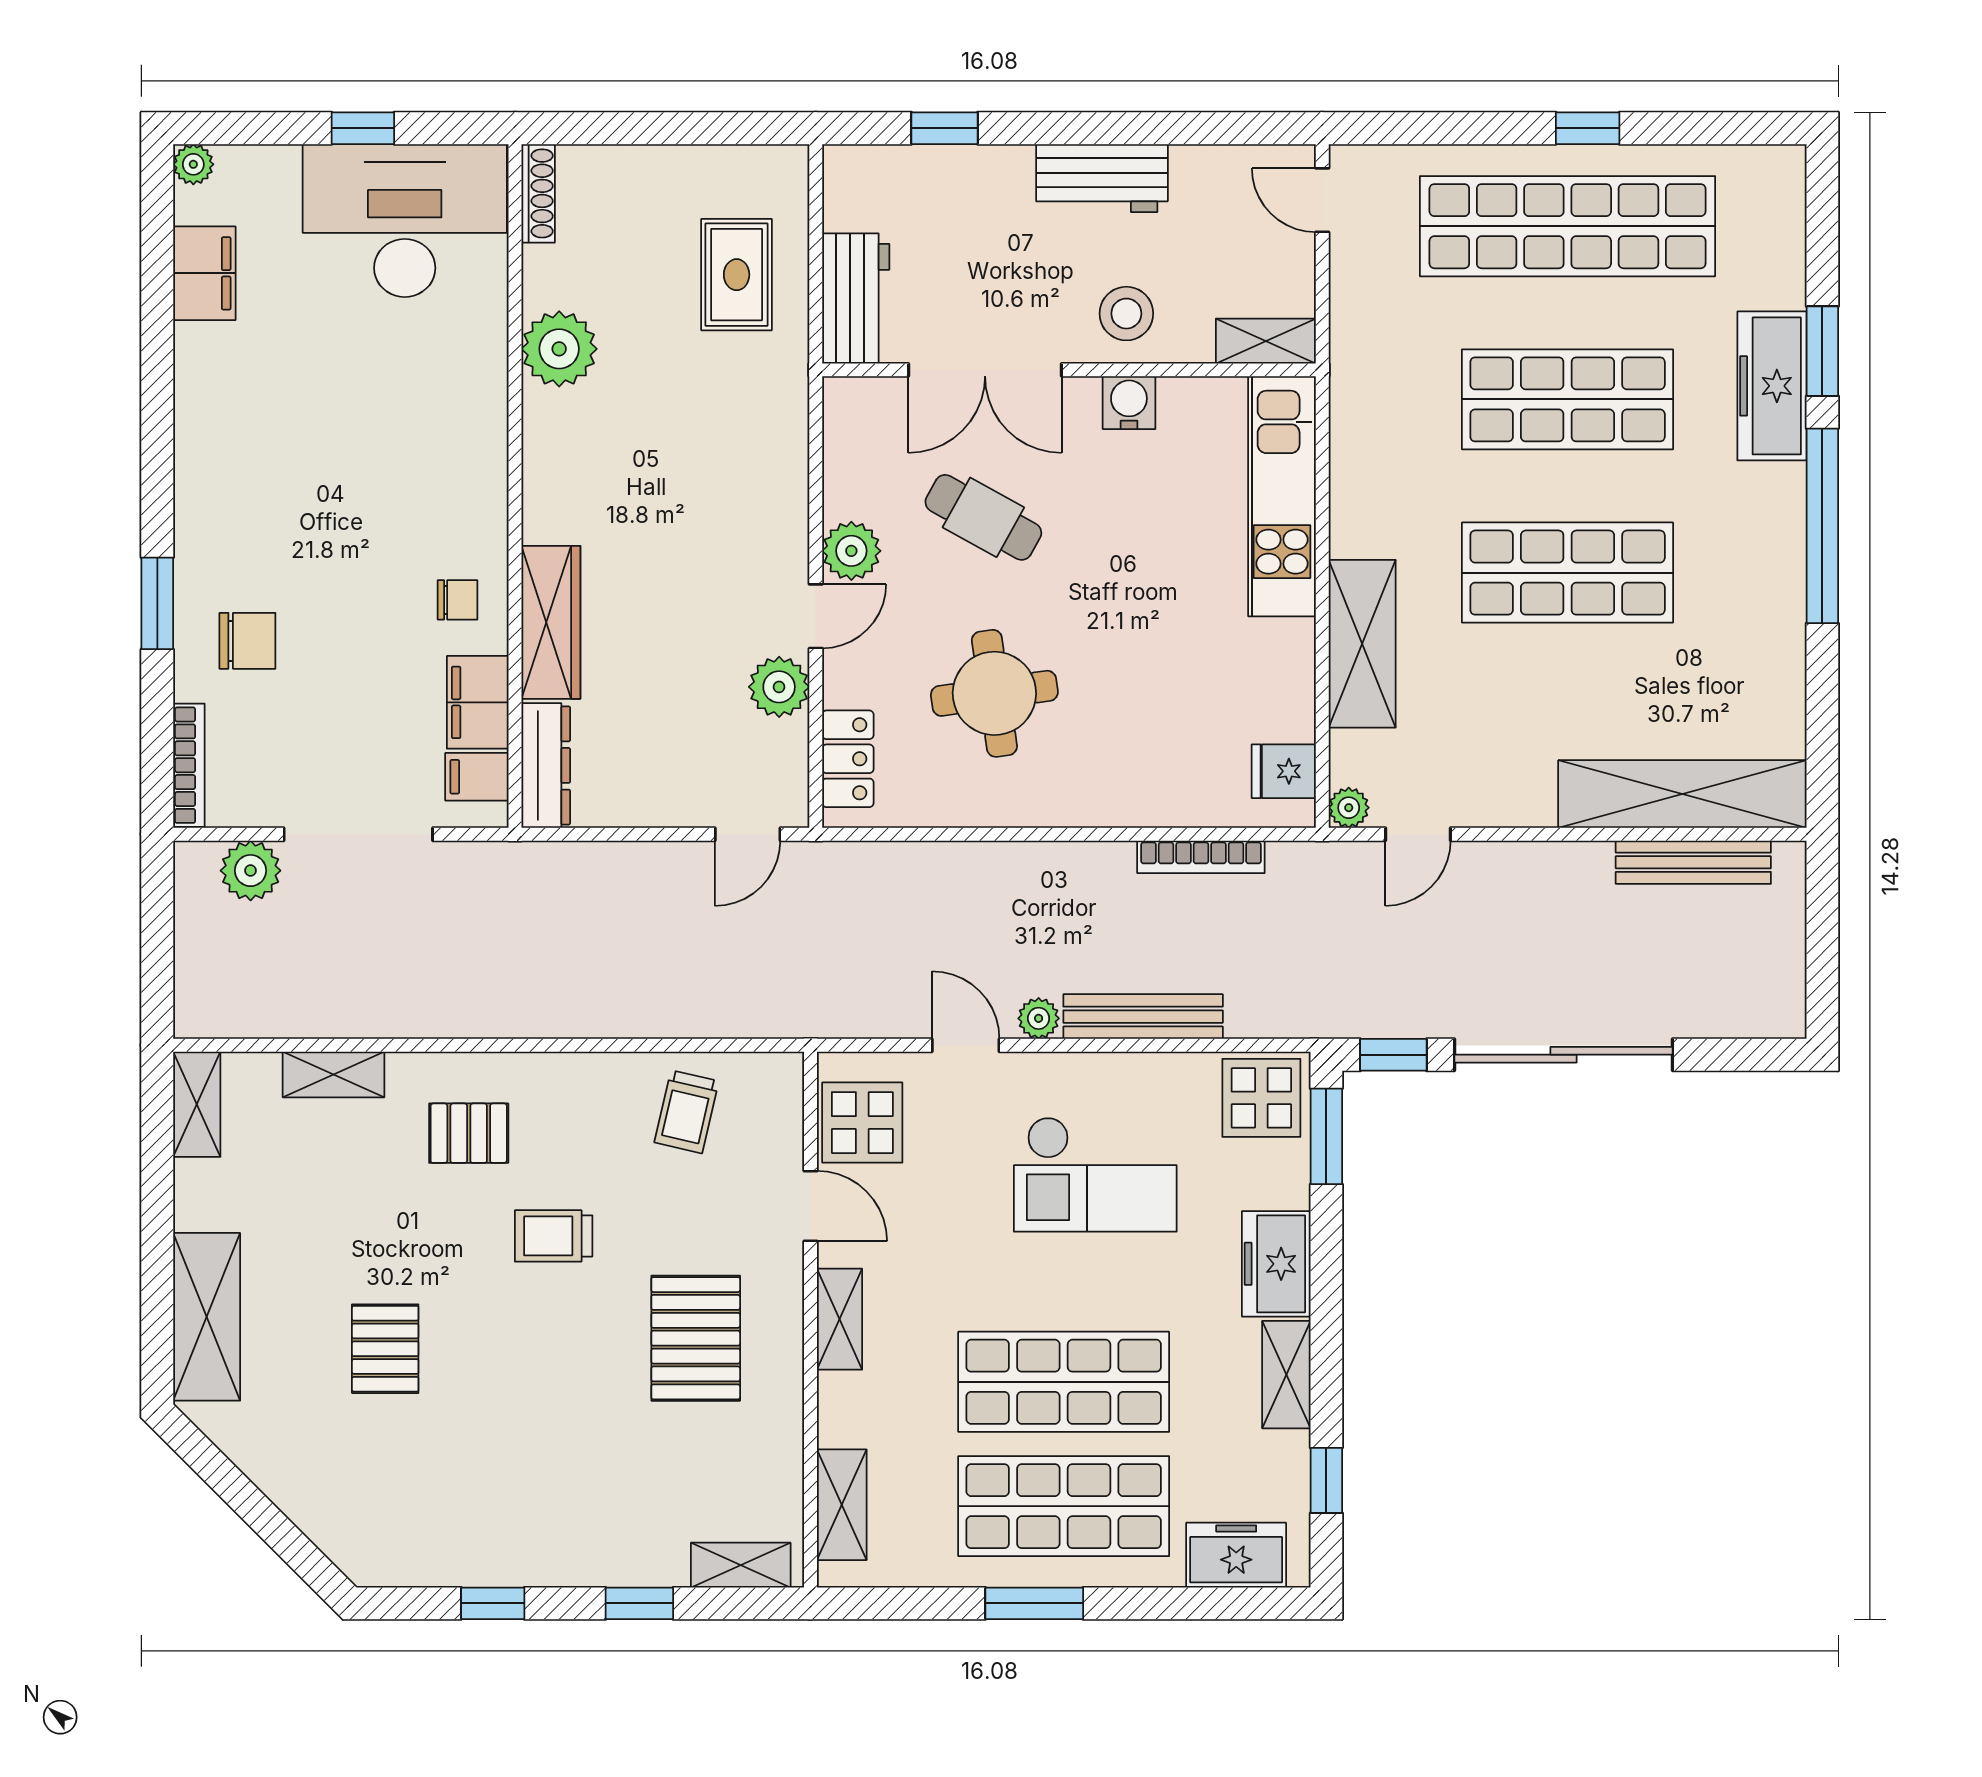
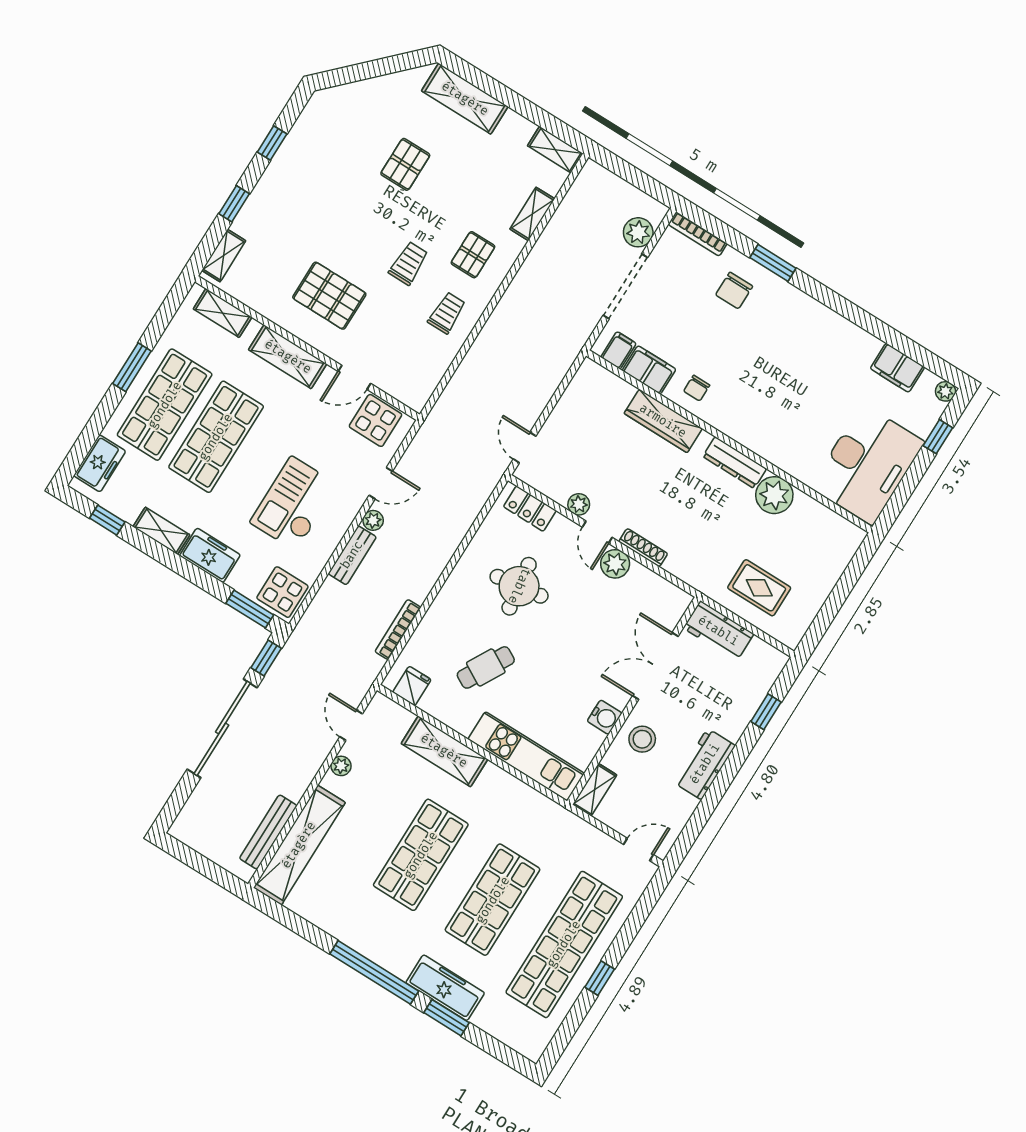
window: (363, 128) -> (938, 437), moved
shoe rack: (538, 193) -> (643, 548), moved, turned 180
cafe table: (983, 517) -> (486, 667), moved
plant: (779, 687) -> (579, 504), width x0.73, depth x0.73
dresser: (546, 765) -> (735, 463), moved
plant: (1349, 808) -> (341, 766), moved
bench: (1143, 1017) -> (352, 555), width x0.73
trolley: (686, 1112) -> (447, 313), moved, turned 77
shelving: (839, 1319) -> (288, 357), width x1.50, depth x1.33
pallet: (385, 1349) -> (405, 164), turned 90

